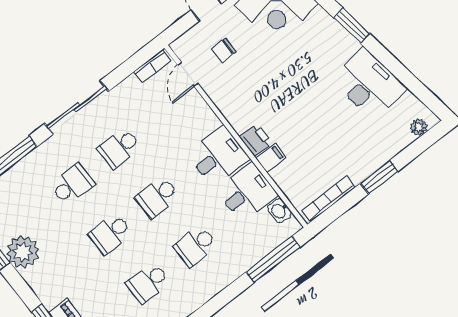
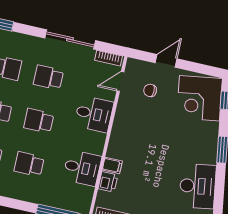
sliding door: (77, 107) -> (70, 39), moved
printer: (256, 140) -> (108, 182), moved
desk: (218, 156) -> (94, 114), moved
washbasin: (280, 211) -> (87, 194), removed

